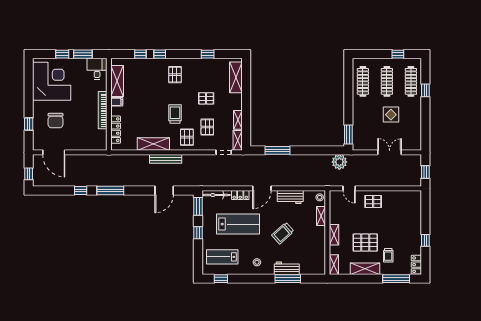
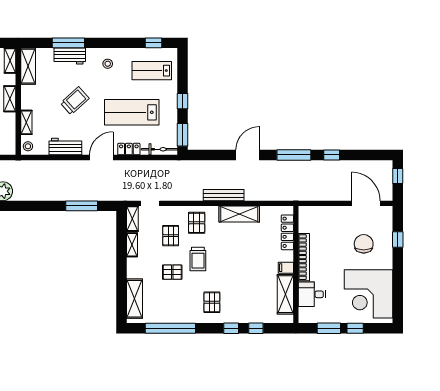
window: (208, 54) -> (170, 328), width x3.17
desk: (97, 69) -> (312, 294), moved, turned 90
trolley: (175, 114) -> (198, 259), moved
door: (164, 190) -> (248, 155), moved
lab bench: (222, 257) -> (152, 71), turned 180
shelving: (320, 260) -> (28, 66), added

